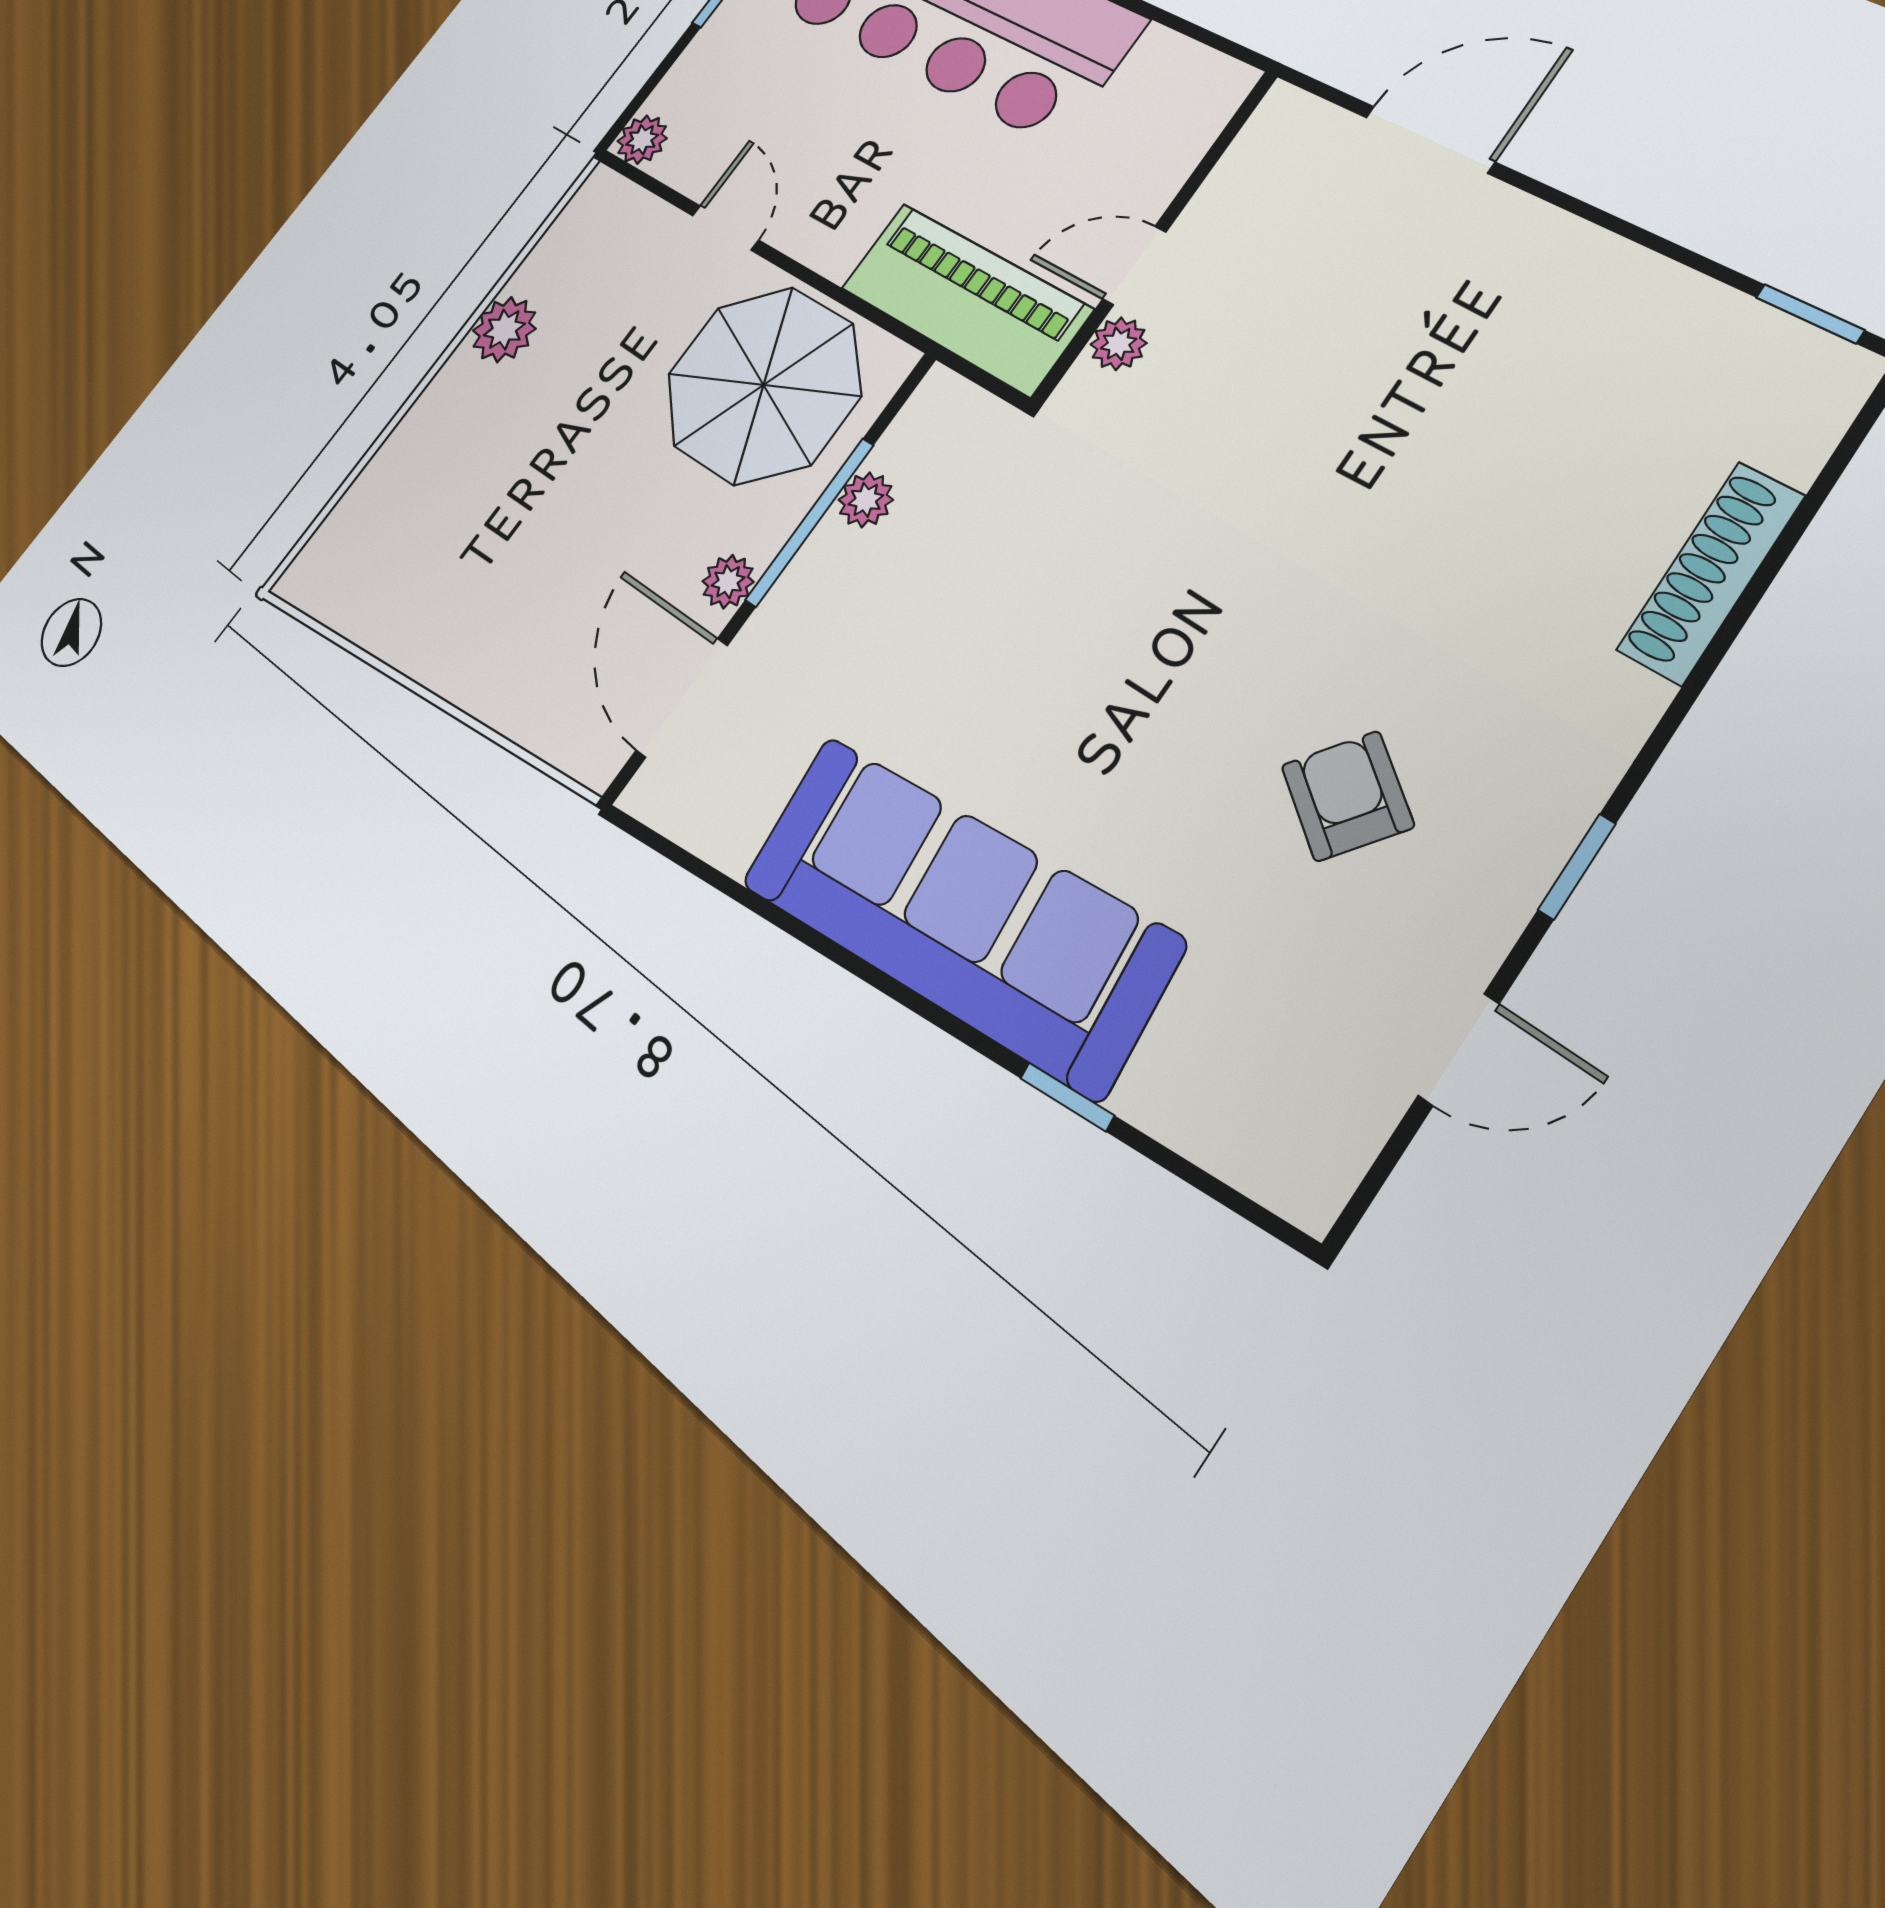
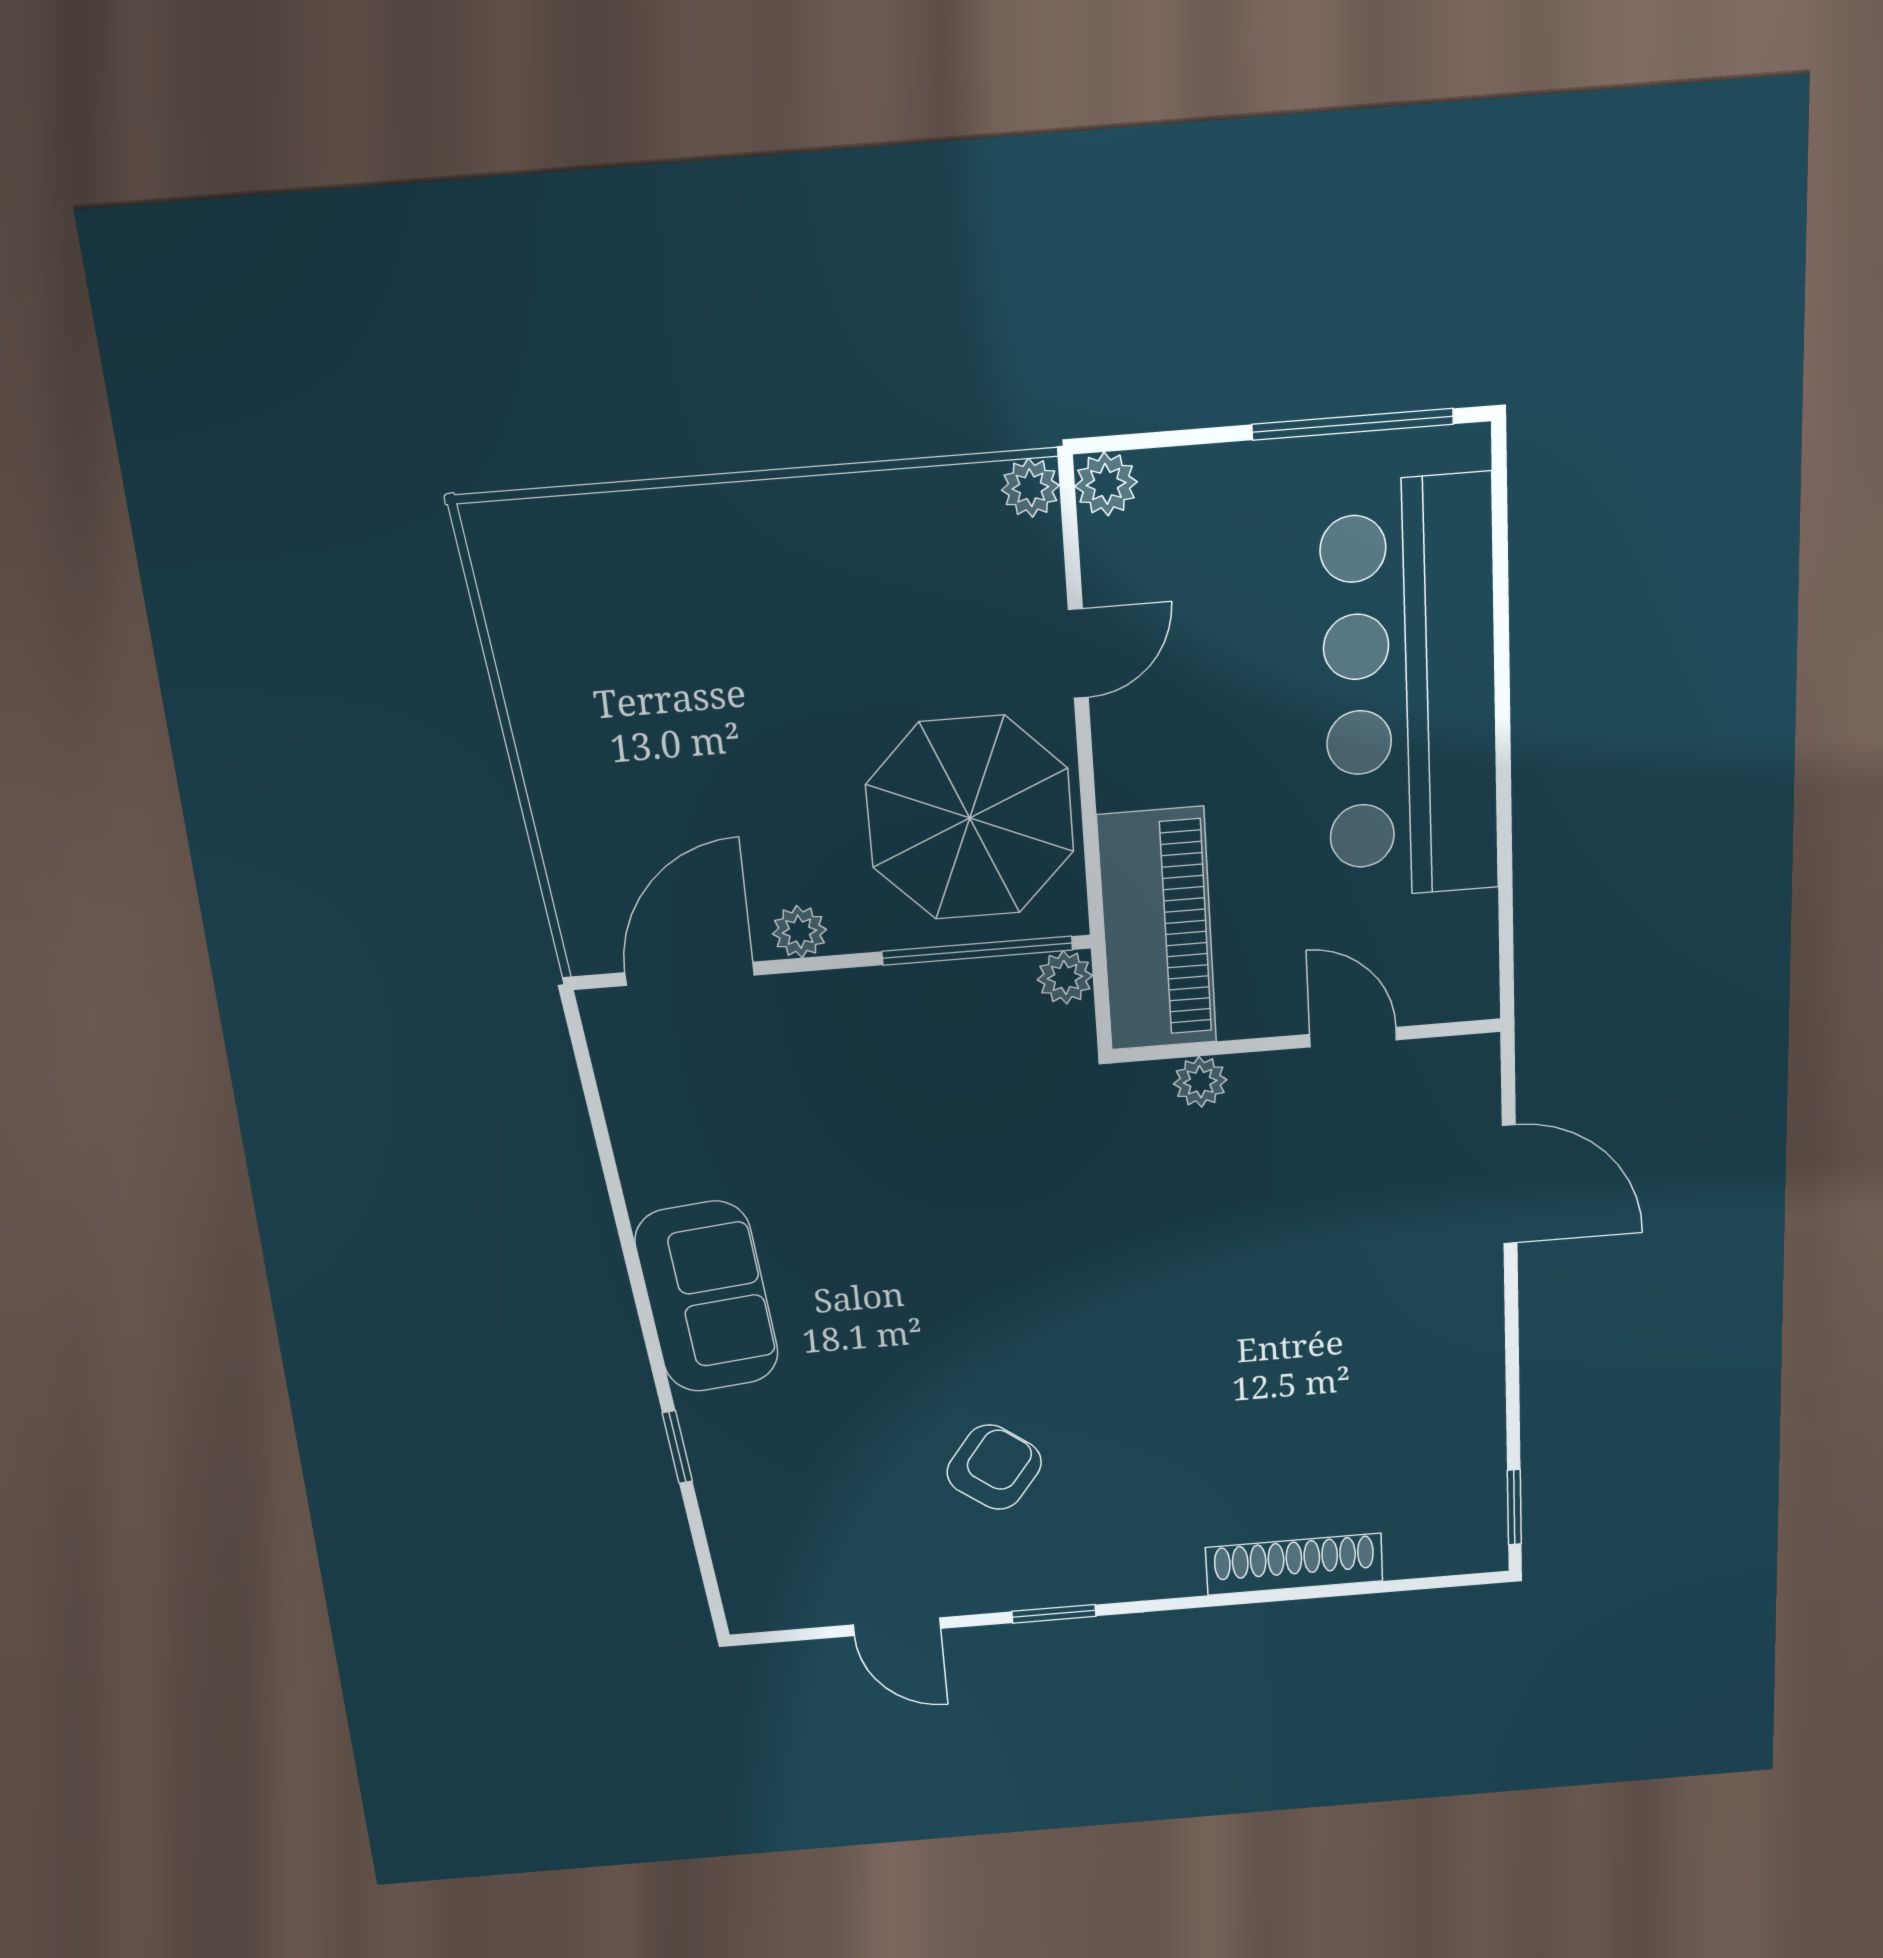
door: (1134, 265) -> (1353, 1037), moved
plant: (504, 330) -> (1030, 488), moved, width x0.73, depth x0.73
plant: (866, 500) -> (1065, 978), moved
window: (810, 522) -> (977, 951), moved
sofa: (957, 912) -> (707, 1297), width x0.54, depth x0.79

